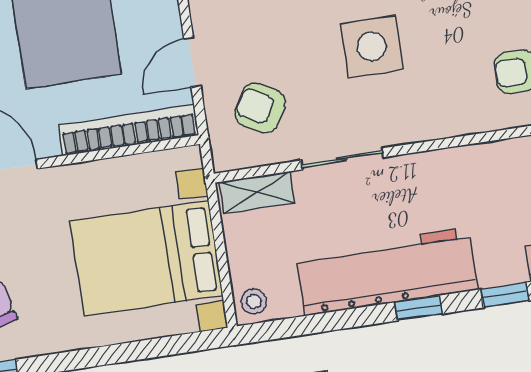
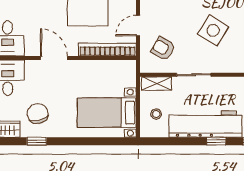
side table: (372, 47) -> (213, 30), turned 32
bed with nightstands: (147, 258) -> (107, 113), width x0.73
stool: (254, 301) -> (156, 114), moved

